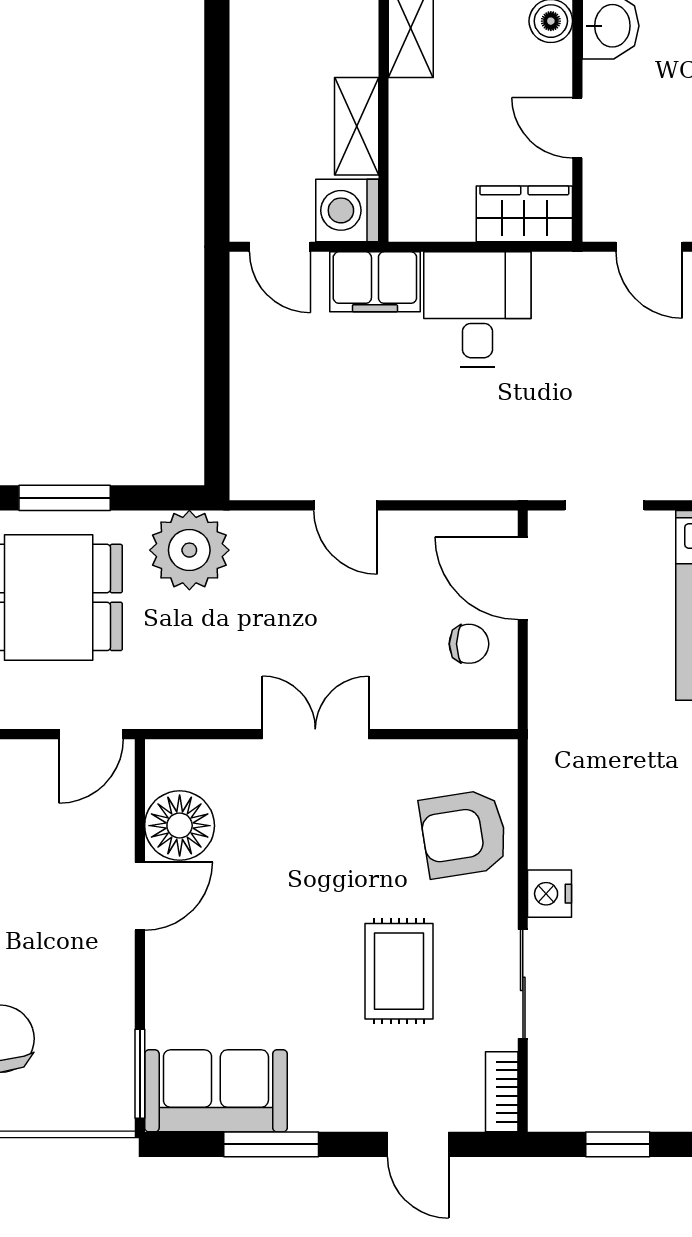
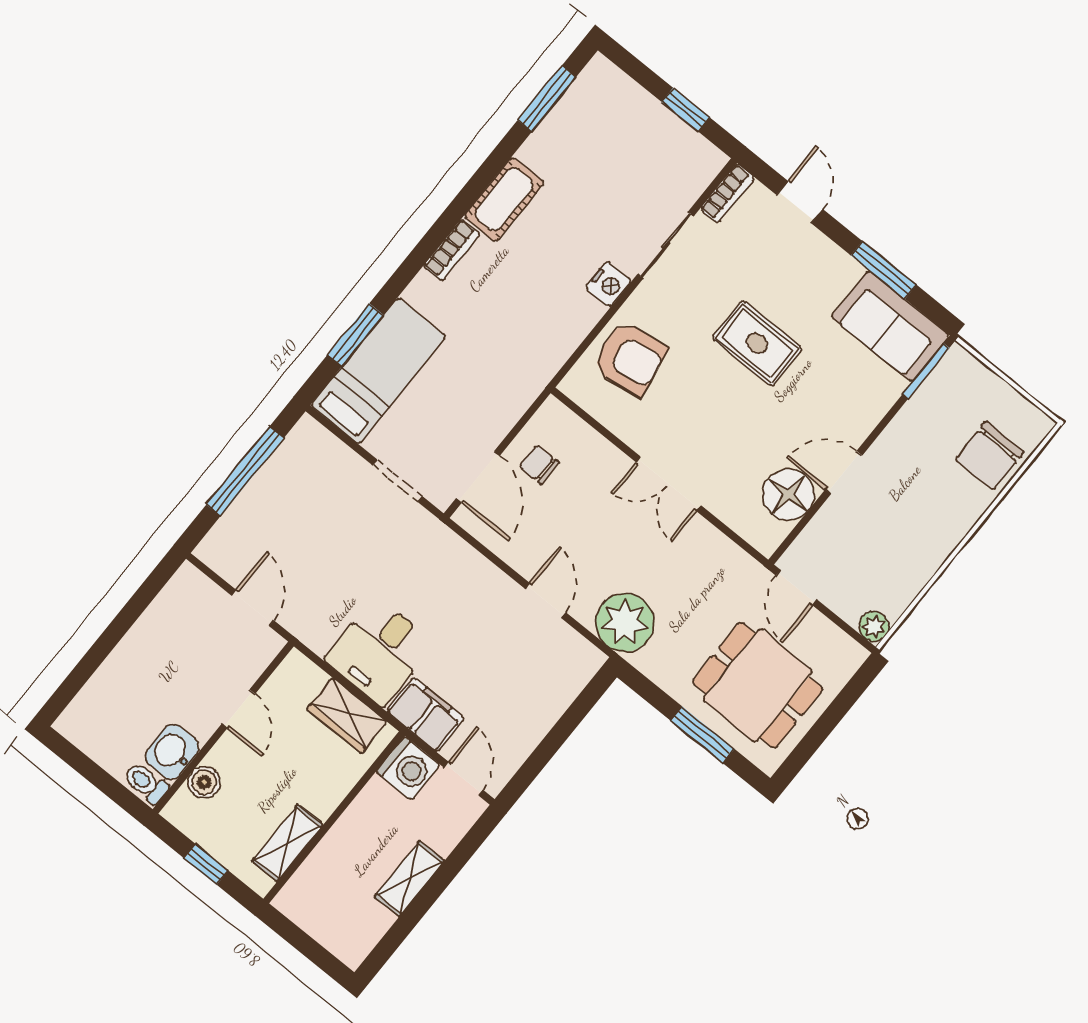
shelving: (357, 126) -> (409, 879), moved
wardrobe: (524, 214) -> (347, 715), moved
plant: (189, 550) -> (625, 623), moved
door: (91, 734) -> (797, 588), swing flipped
rug: (399, 971) -> (757, 343), moved, turned 90

